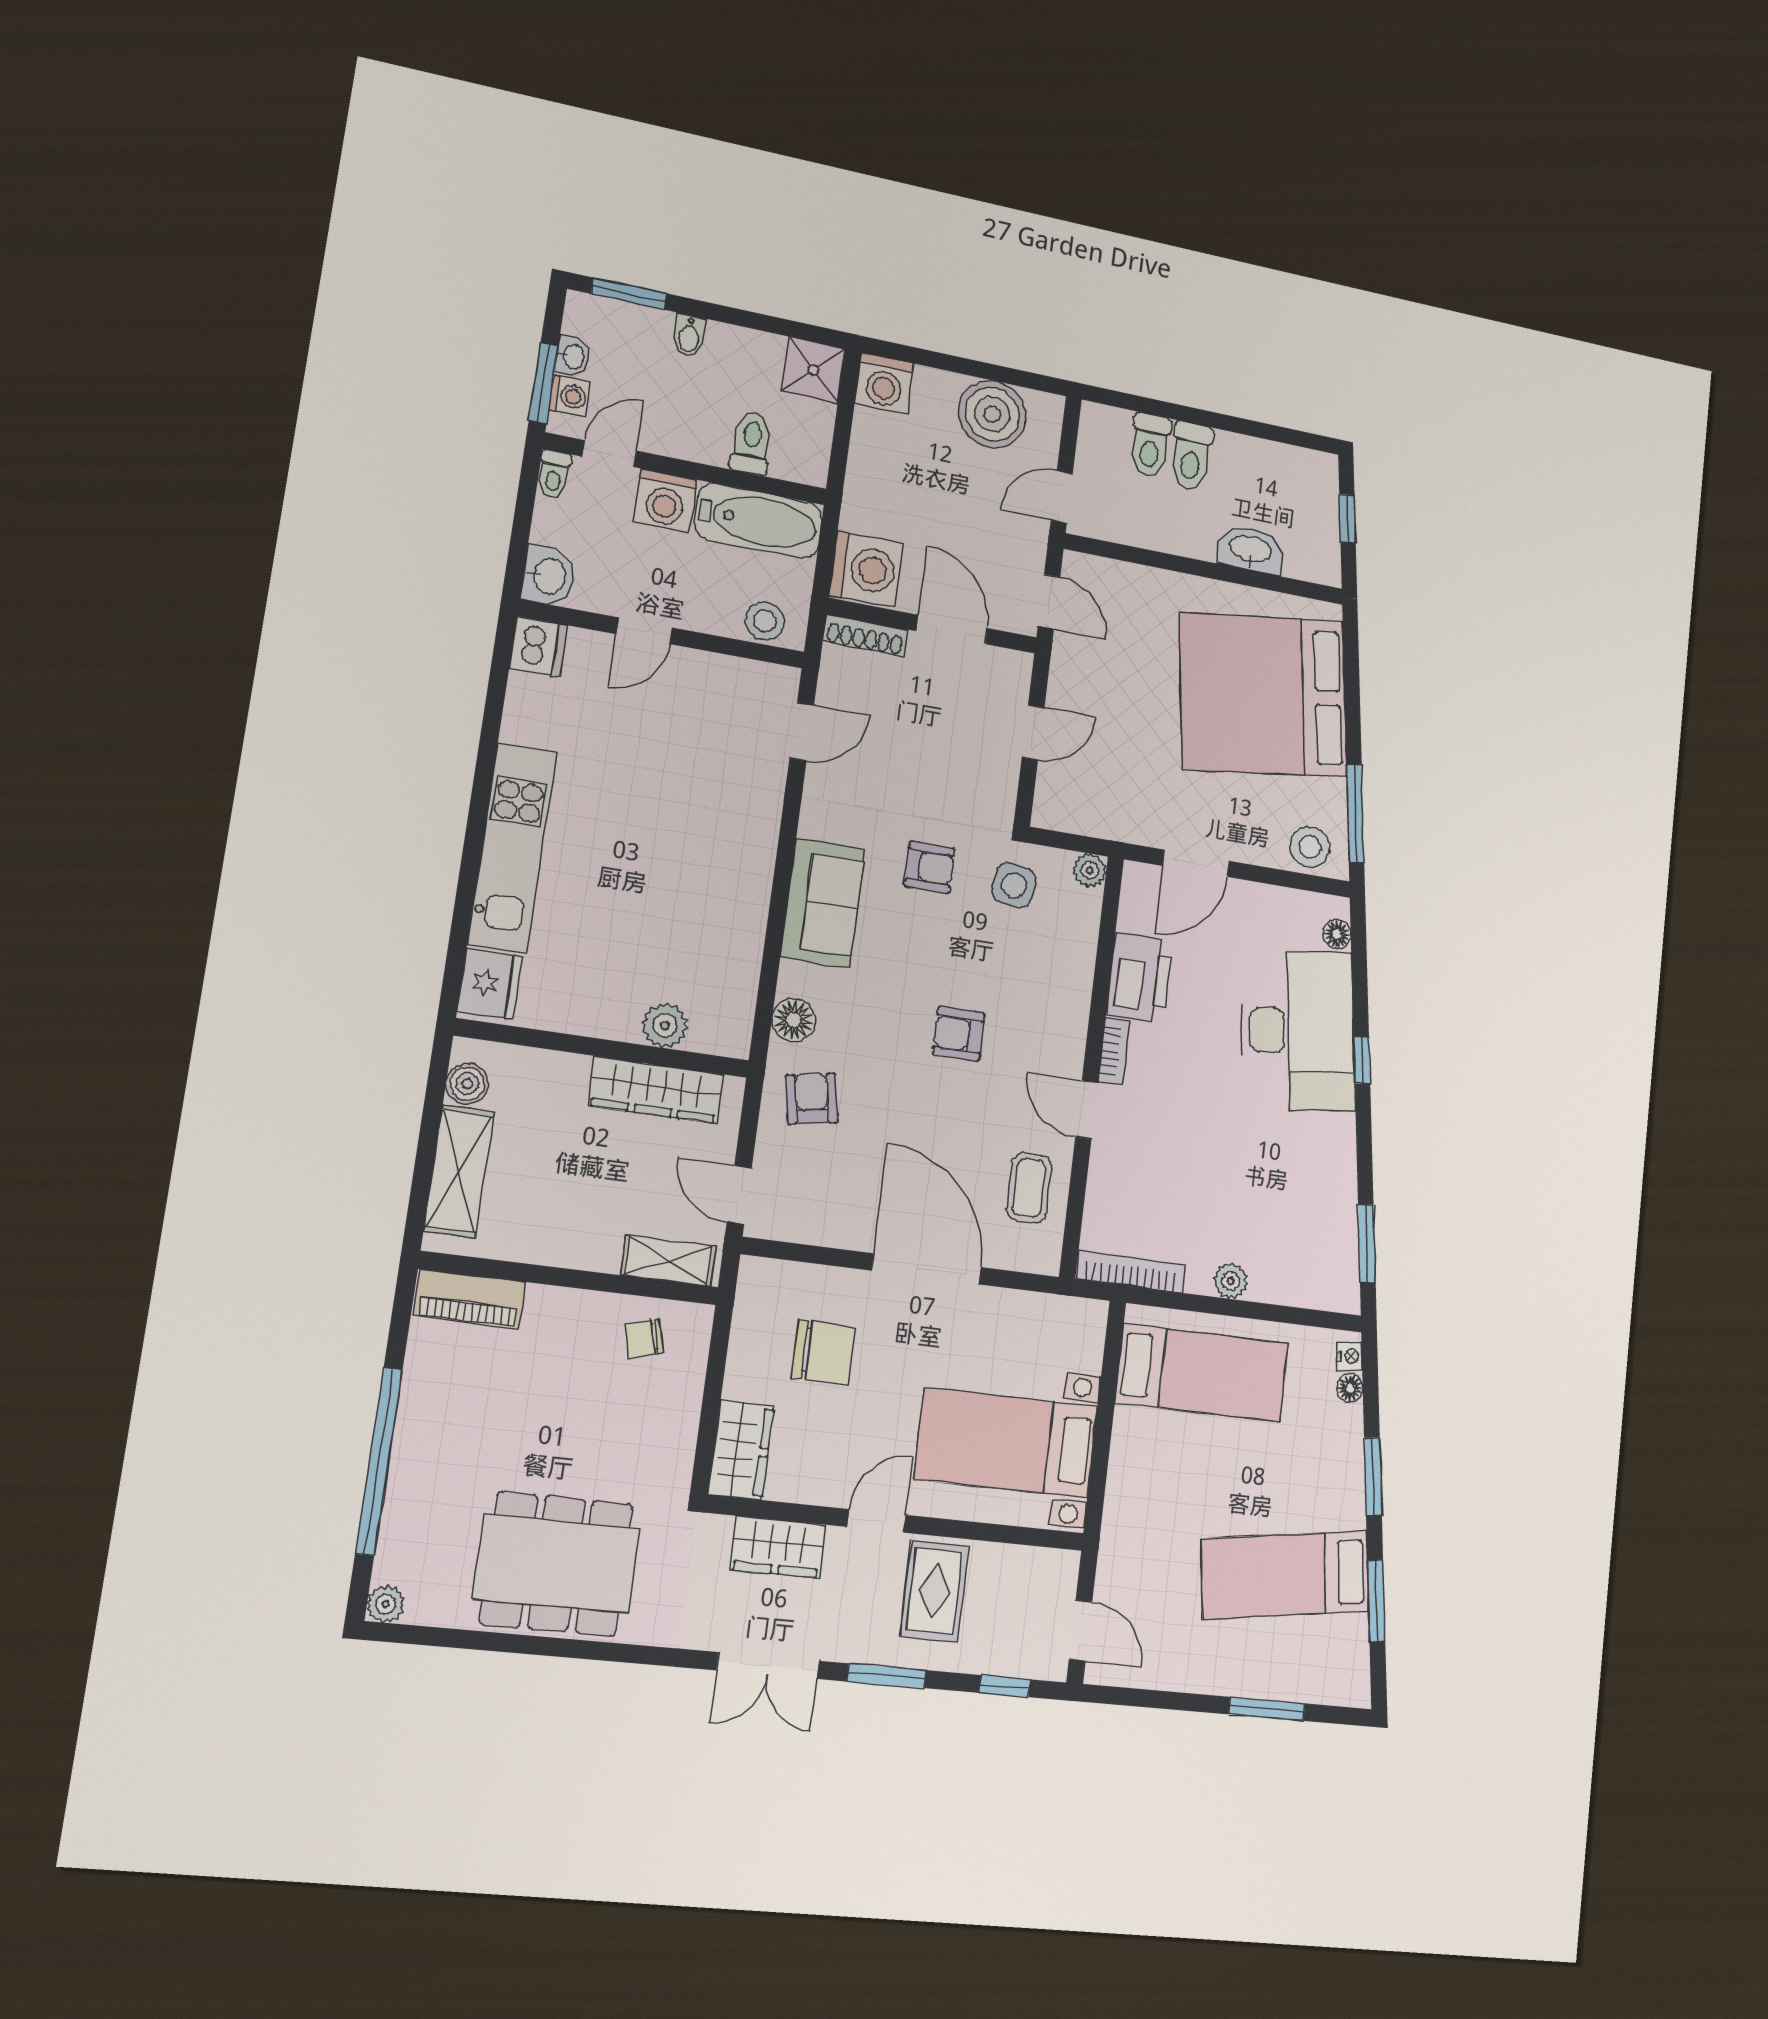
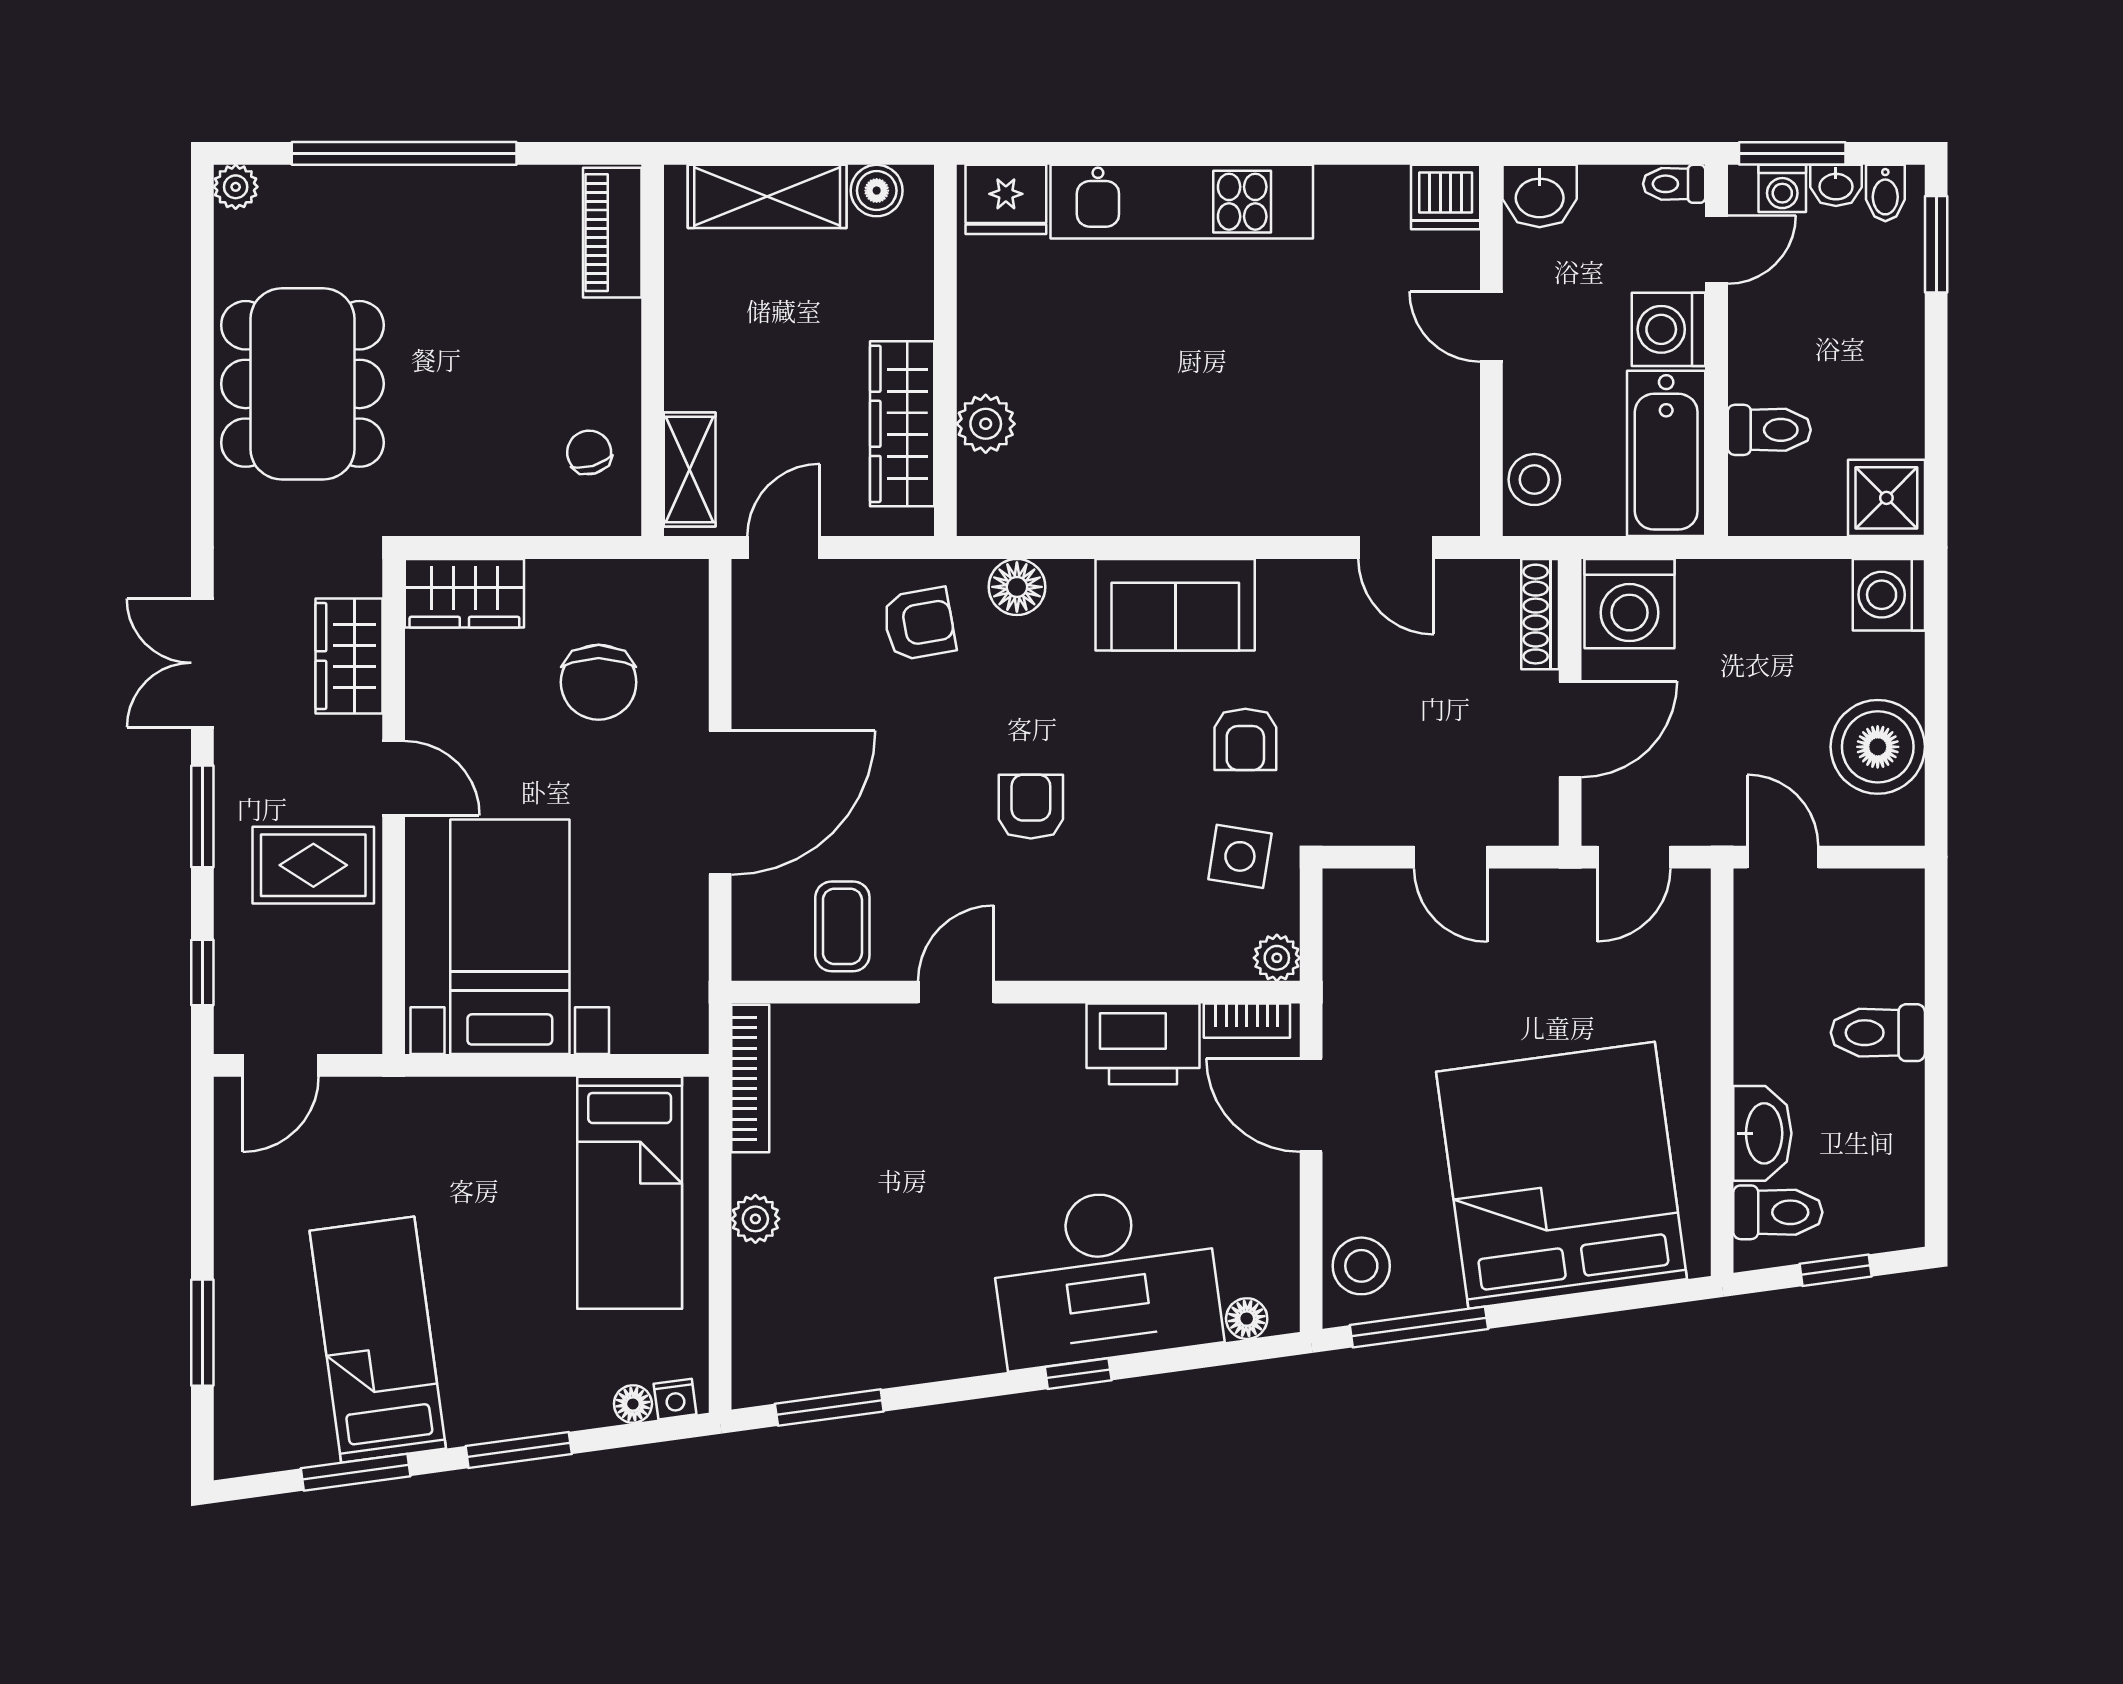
bidet: (689, 336) -> (1885, 193), moved, turned -90
toilet: (1150, 446) -> (1778, 1212), moved, turned 180
door: (609, 454) -> (1716, 250), hinge flipped
bookcase: (1114, 1051) -> (1247, 1021), moved
coffee table: (1029, 1188) -> (842, 926), turned 90

